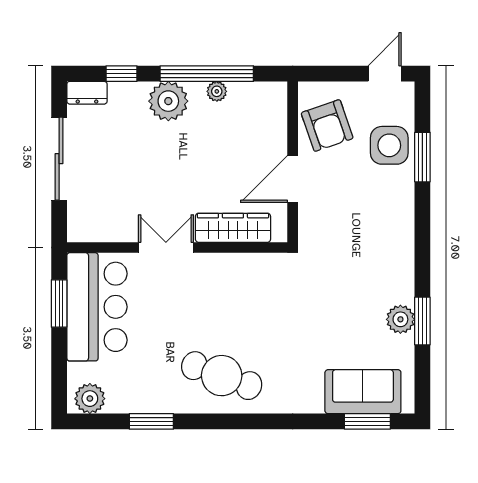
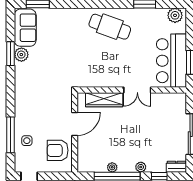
plant: (168, 101) -> (141, 167), width x0.53, depth x0.53
armchair: (327, 126) -> (58, 150), turned -71
side table: (389, 145) -> (27, 141), width x0.54, depth x0.54
window: (422, 157) -> (10, 135), width x1.44
sofa: (363, 392) -> (25, 28), moved, turned -90

